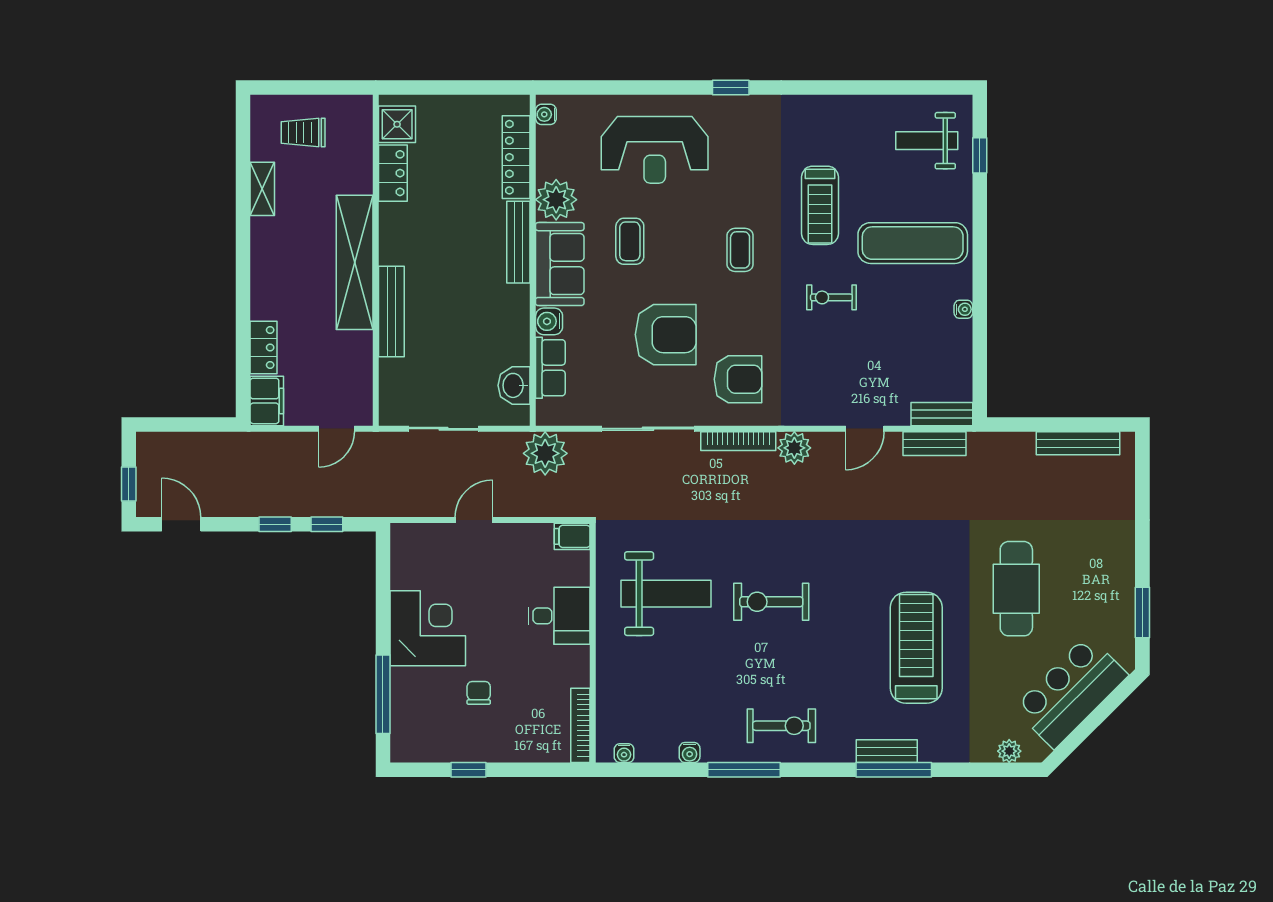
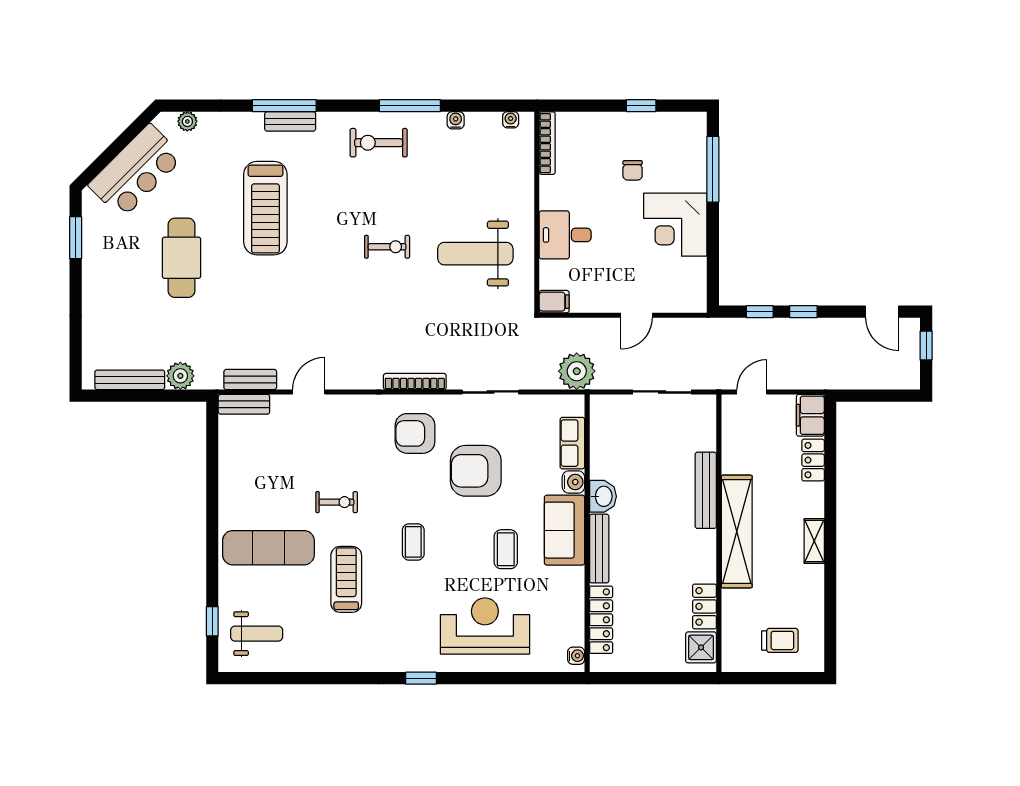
shelving: (262, 189) -> (814, 541), moved
plant: (556, 200) -> (568, 584), removed
water cooler: (963, 309) -> (226, 492), removed
washbasin: (514, 385) -> (603, 496), moved
sliding door: (648, 429) -> (491, 392), width x0.73
plant: (794, 448) -> (180, 376), moved
exercise bike: (771, 602) -> (387, 247), width x0.73, depth x0.72

